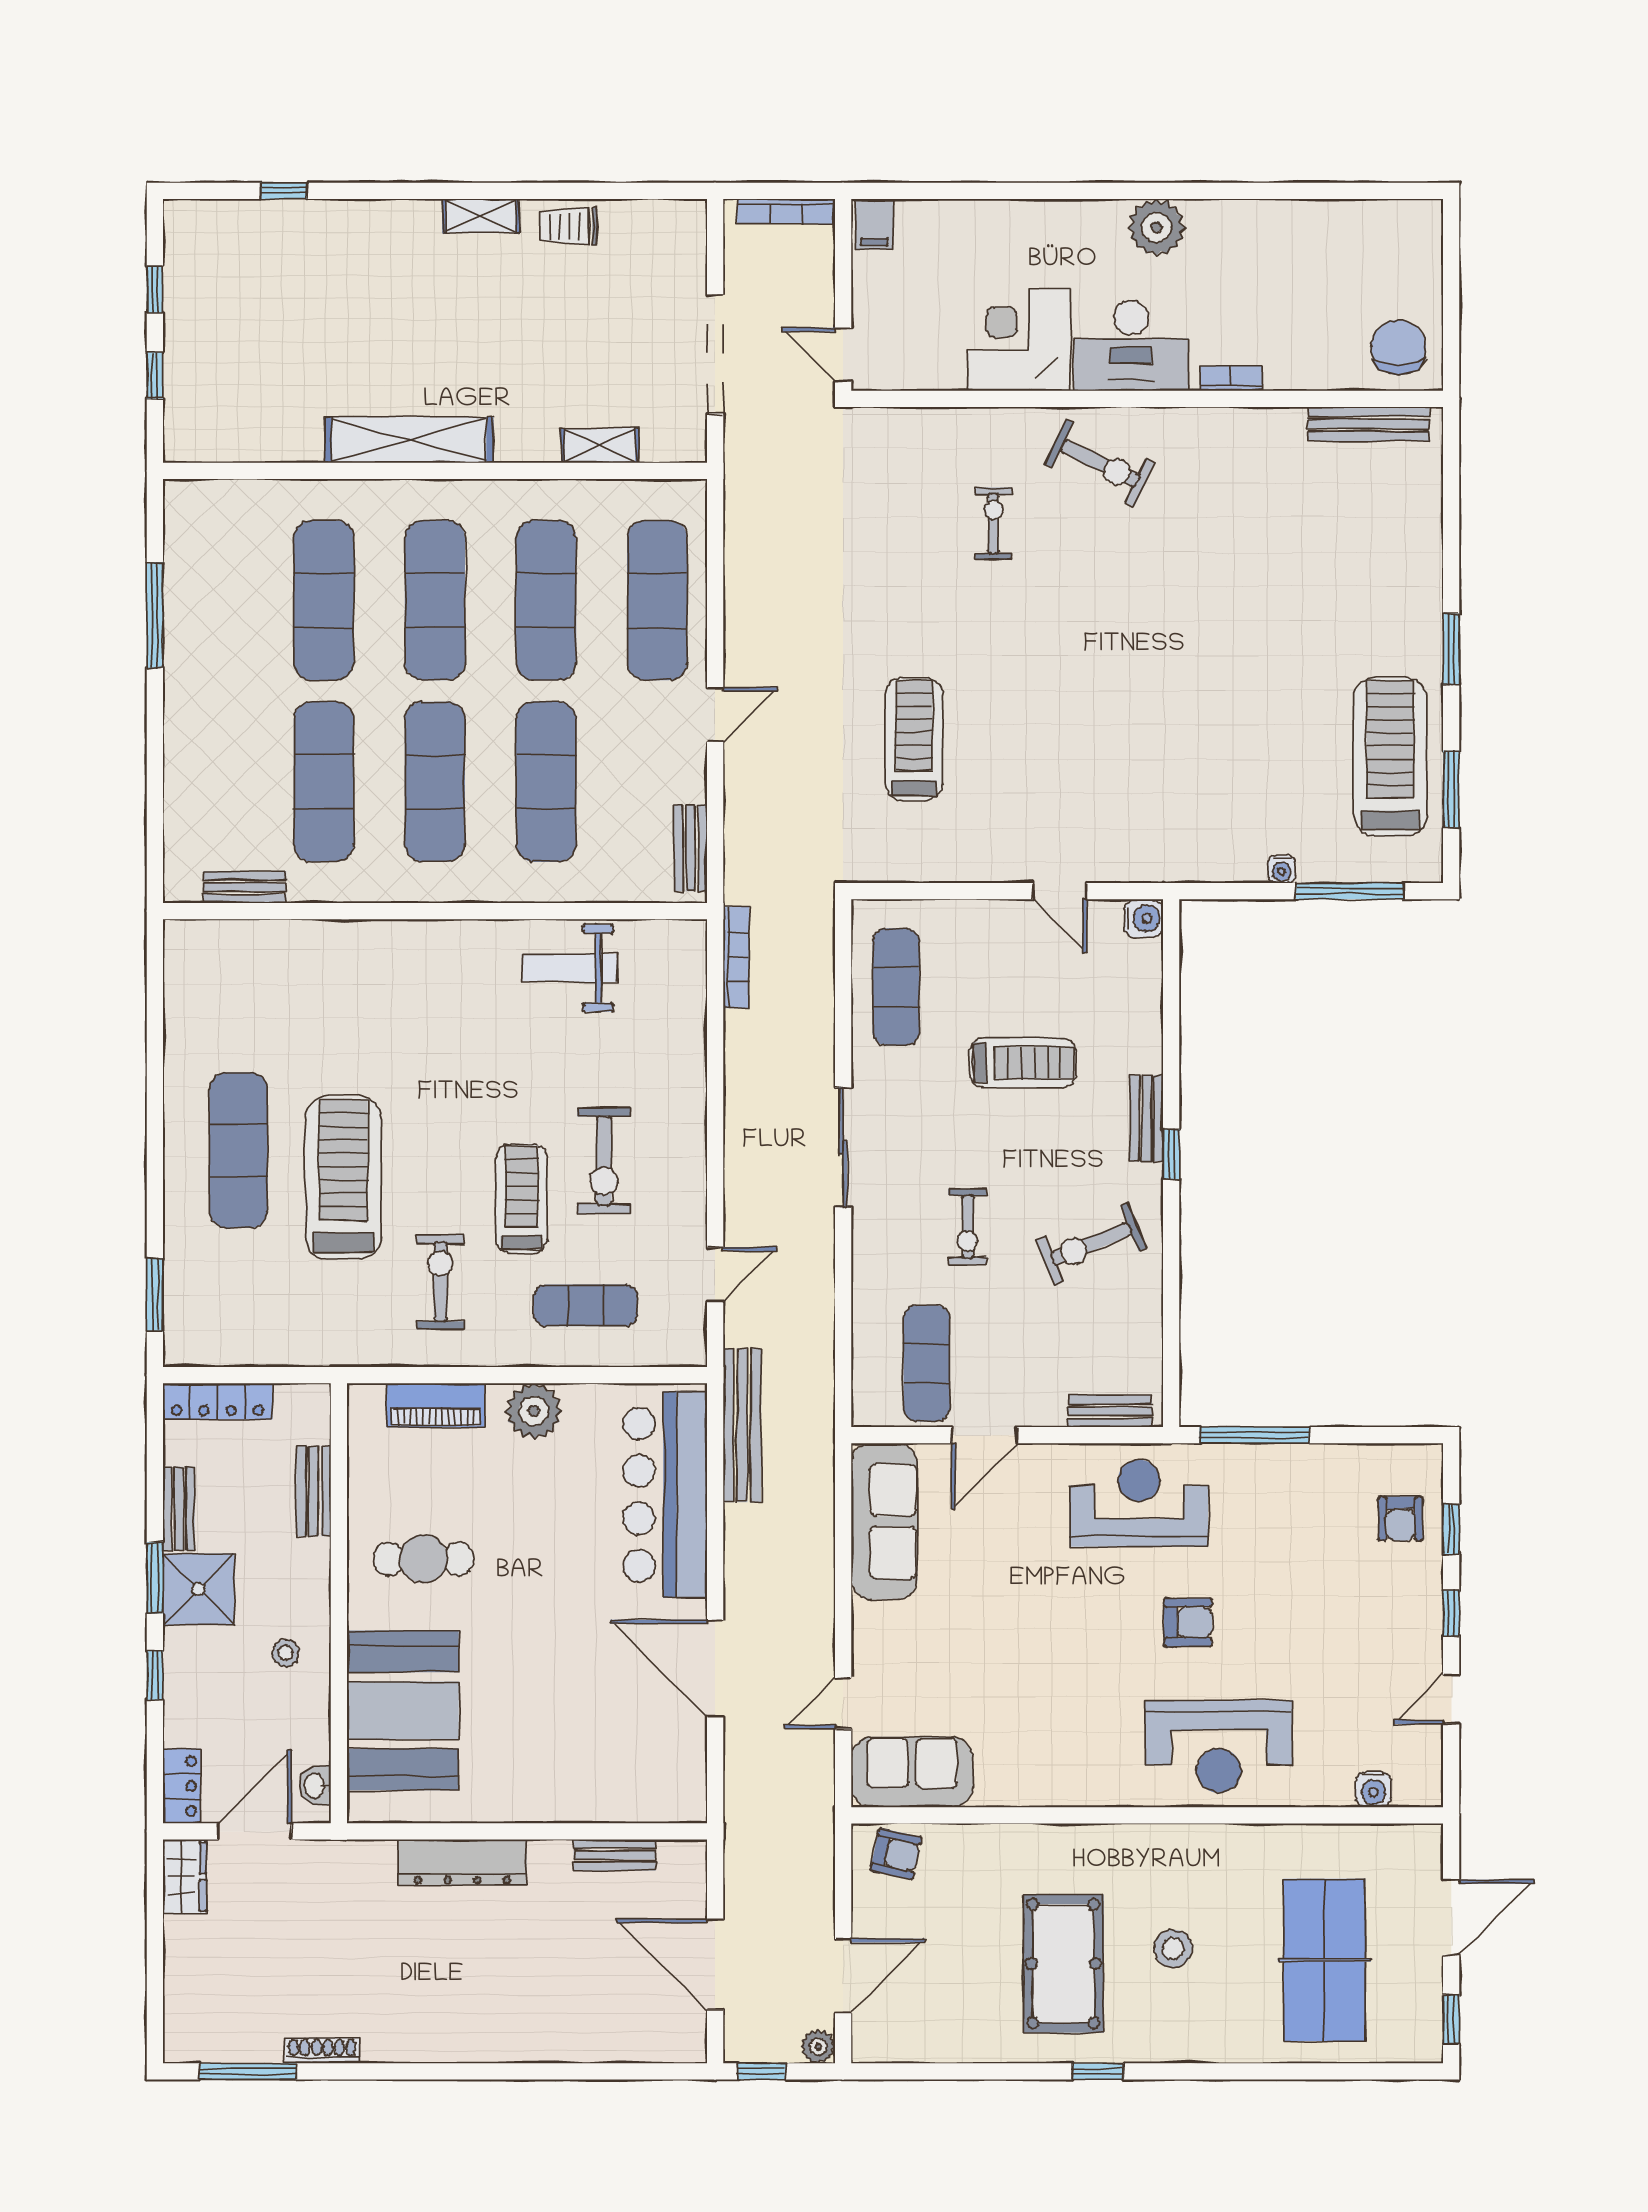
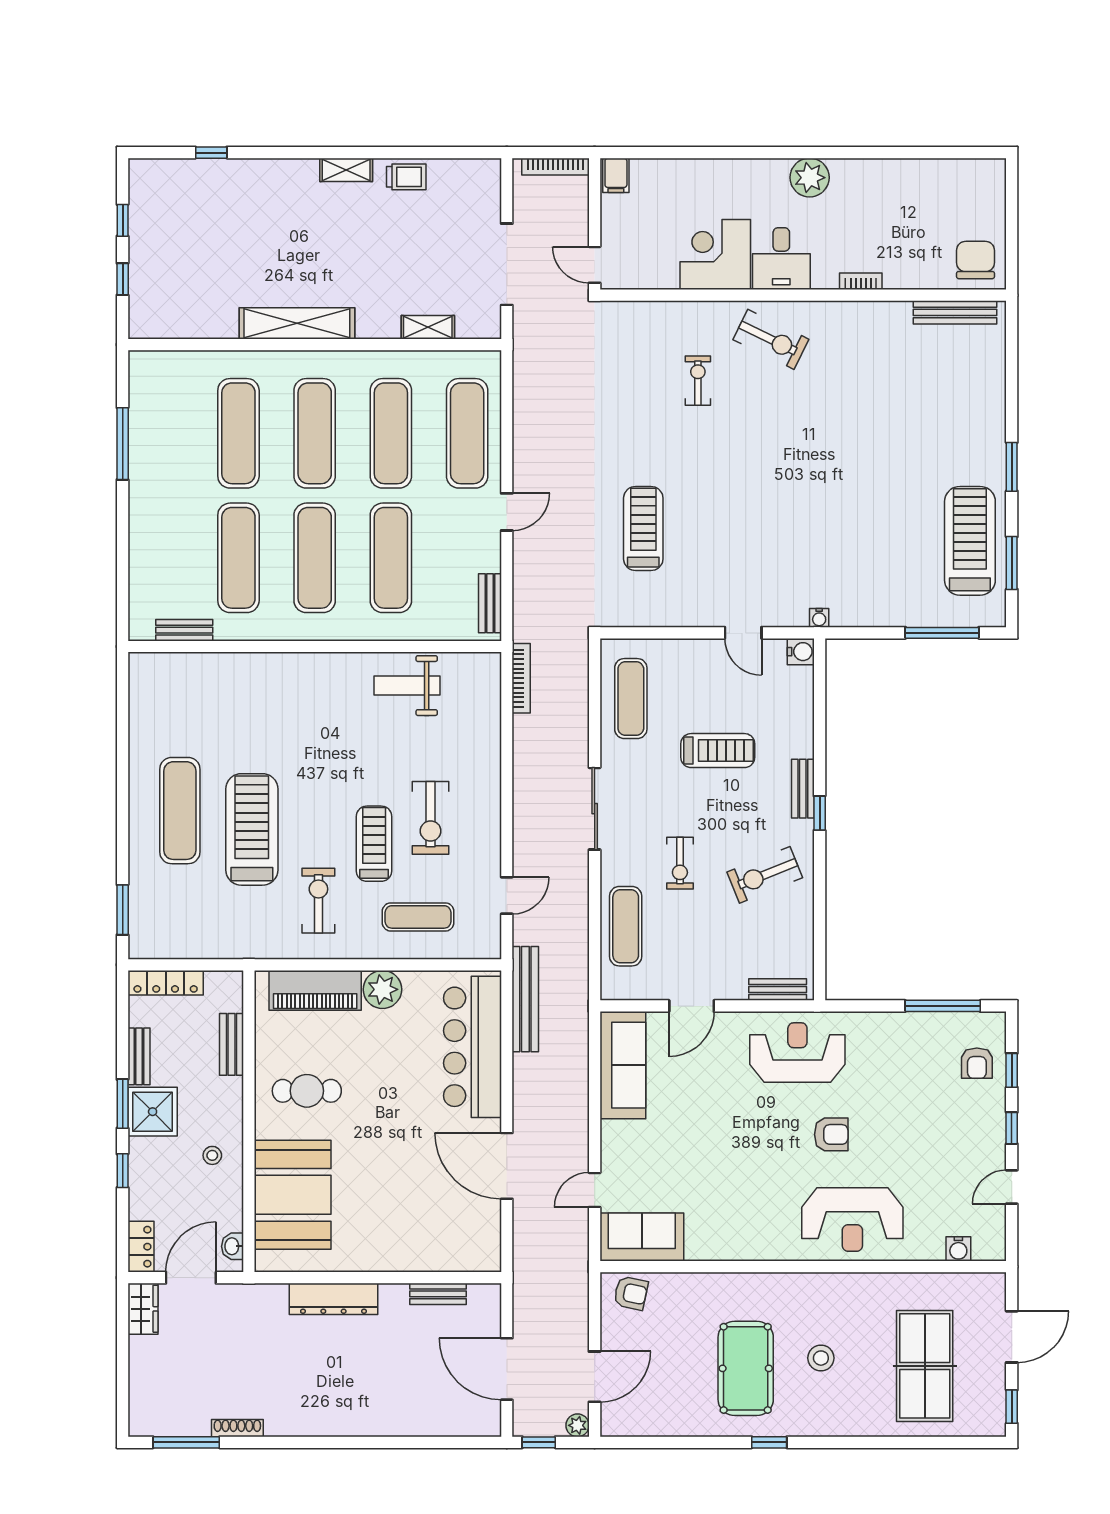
trolley: (568, 226) -> (406, 177), turned 180
desk: (1131, 346) -> (781, 259), width x0.73
water cooler: (1282, 869) -> (819, 618), moved
exercise mat: (927, 1363) -> (626, 926), moved
piano: (436, 1405) -> (315, 990), width x1.37, depth x1.33
window: (1255, 1435) -> (943, 1006), moved

